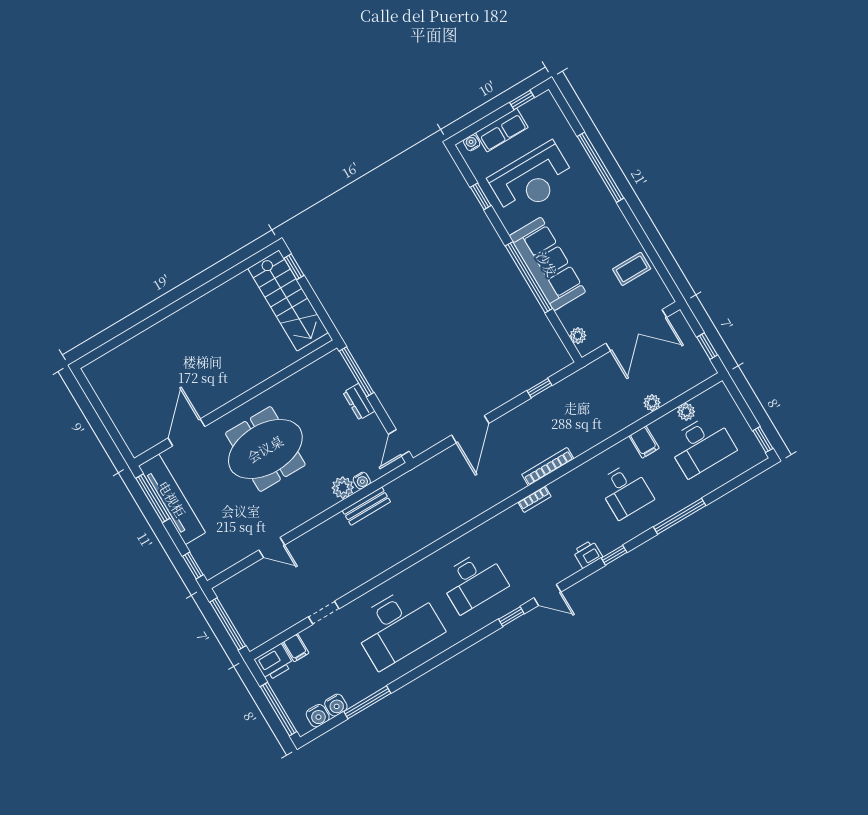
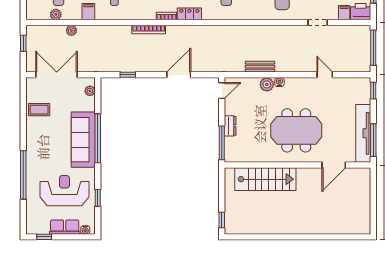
stairs: (288, 300) -> (265, 179), moved, turned 90
water cooler: (362, 481) -> (279, 82), moved
locker: (505, 521) -> (189, 14), added

